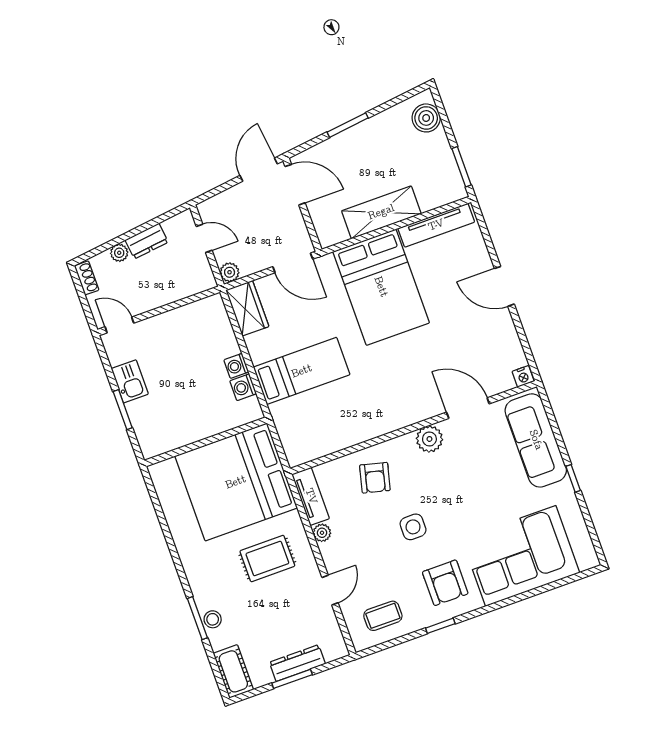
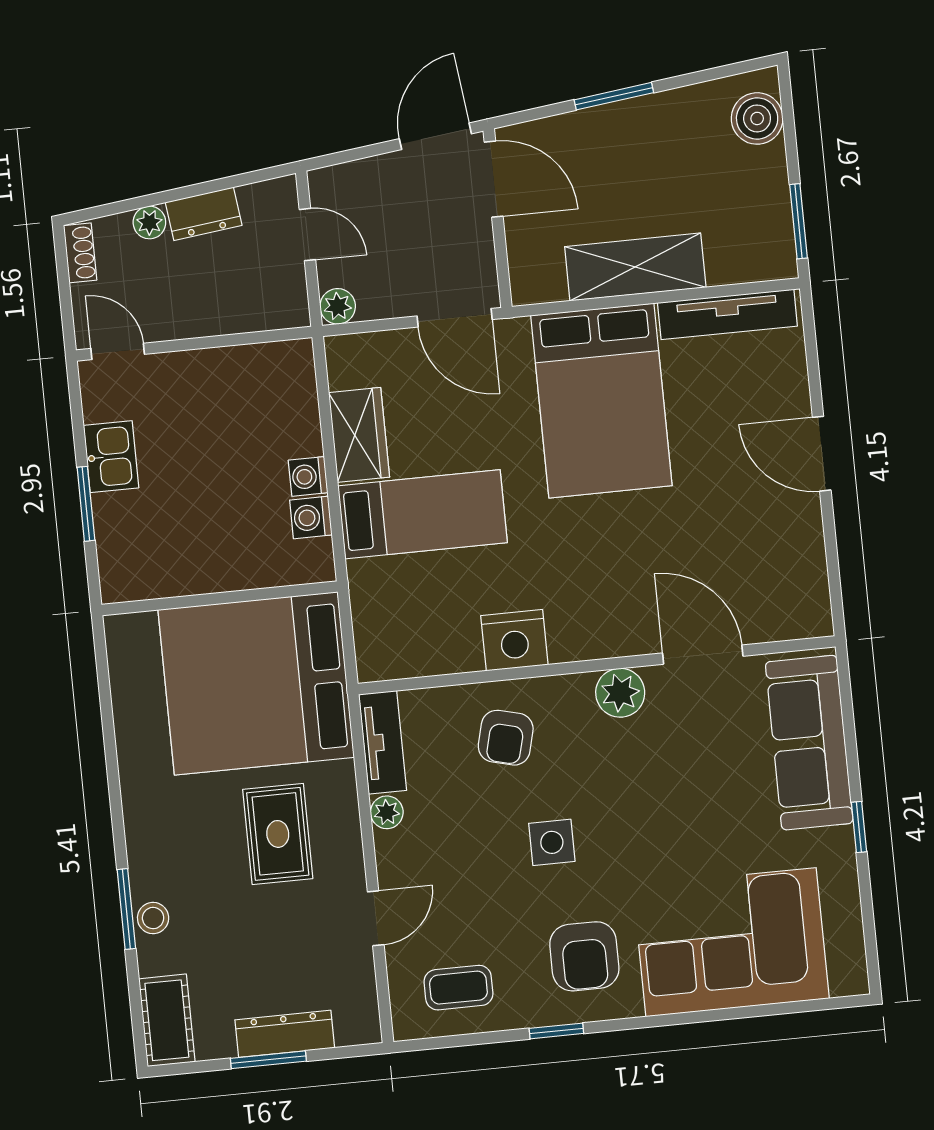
wardrobe: (247, 308) -> (359, 435), moved
nightstand: (523, 376) -> (514, 640), moved, width x1.89, depth x1.79
rug: (267, 559) -> (278, 834), turned 90

